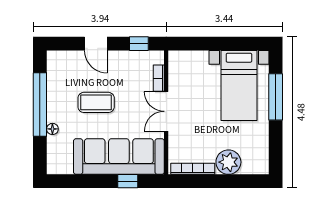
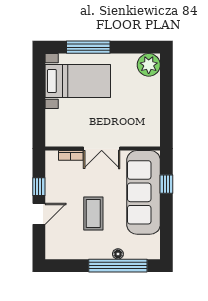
window: (139, 44) -> (39, 187), moved
window: (40, 105) -> (118, 266), moved
plant: (228, 162) -> (149, 65), moved
bookcase: (193, 169) -> (155, 124), removed

